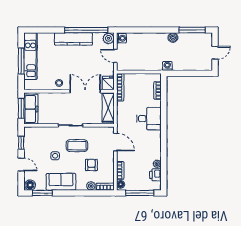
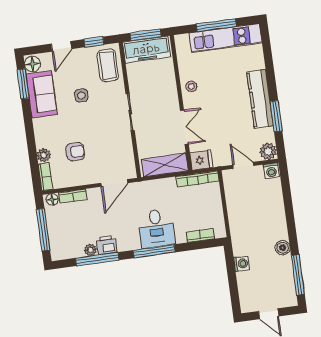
window: (86, 30) -> (276, 116), width x0.47
door: (115, 56) -> (243, 165), hinge flipped
washing machine: (167, 66) -> (241, 264), moved
double door: (85, 91) -> (184, 127), width x0.73
window: (164, 122) -> (154, 251), added
coffee table: (77, 146) -> (108, 65), moved
window: (164, 160) -> (97, 259), added
printer: (155, 175) -> (107, 245), moved
sofa: (61, 182) -> (42, 94), moved

